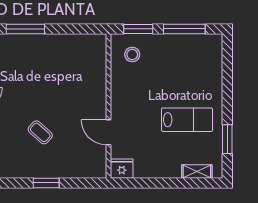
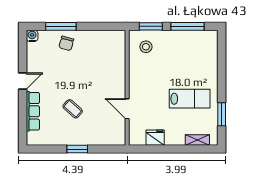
chair: (32, 50) -> (66, 43), added
fridge: (122, 169) -> (155, 138), moved

